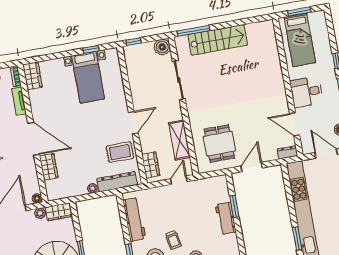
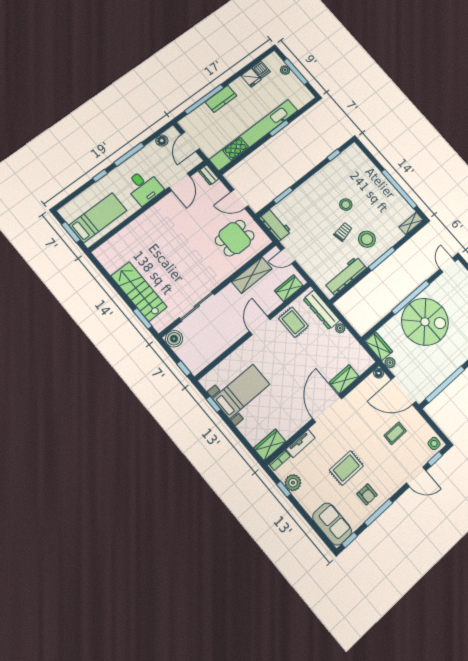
window: (193, 31) -> (142, 318), width x0.69
door: (133, 123) -> (260, 325), hinge flipped
workbench: (226, 218) -> (275, 225), moved, turned -90

